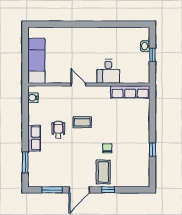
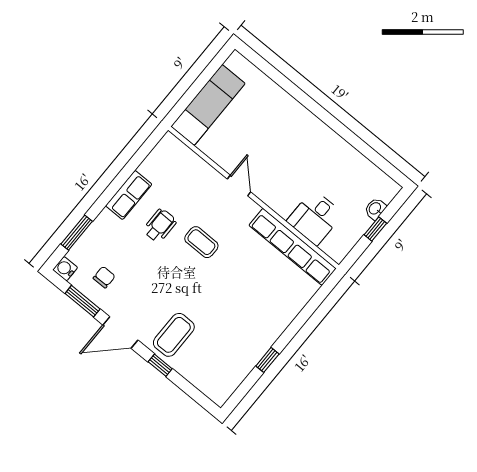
desk: (108, 71) -> (315, 218), moved
row of seats: (130, 92) -> (292, 247), width x1.36
water cooler: (33, 98) -> (65, 269), moved
row of seats: (34, 138) -> (129, 195), moved
chair: (107, 148) -> (104, 277), moved

